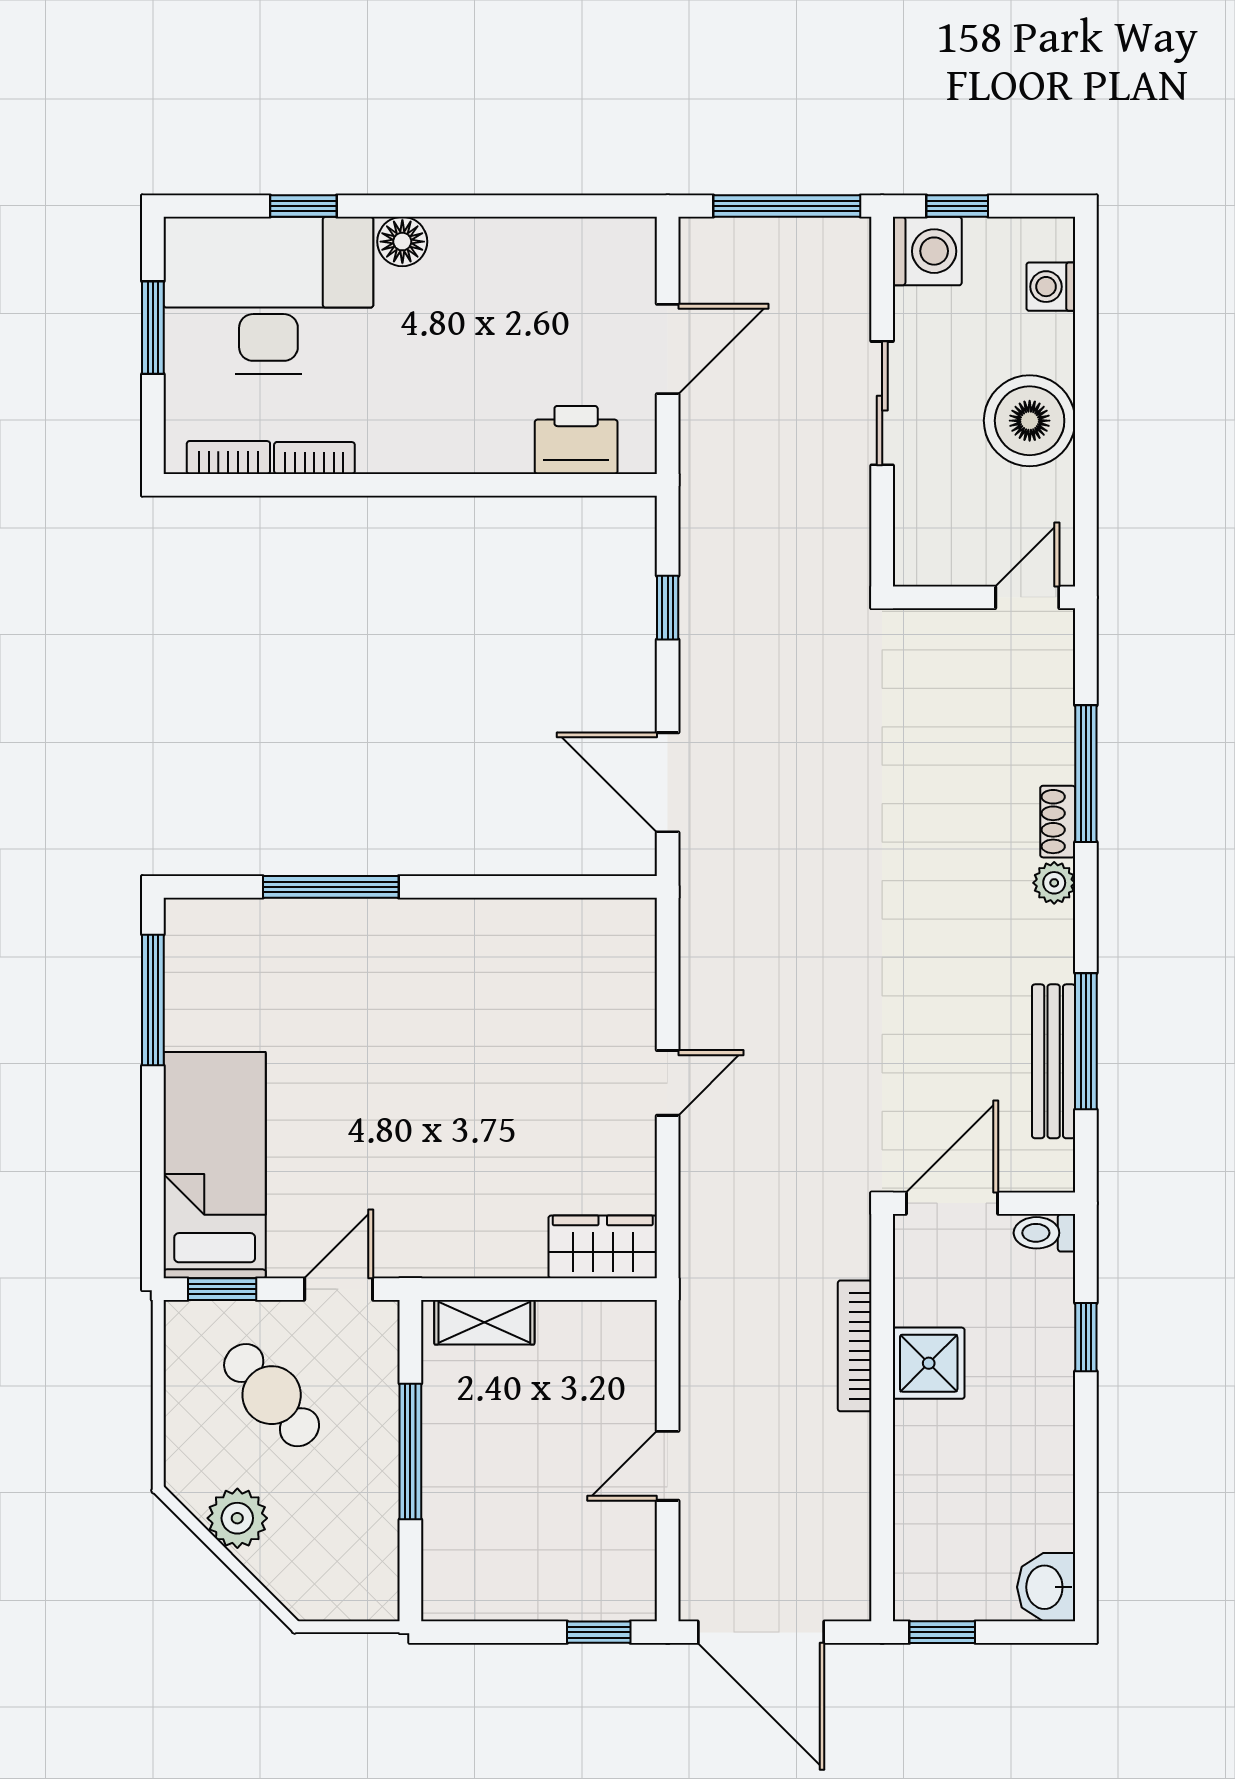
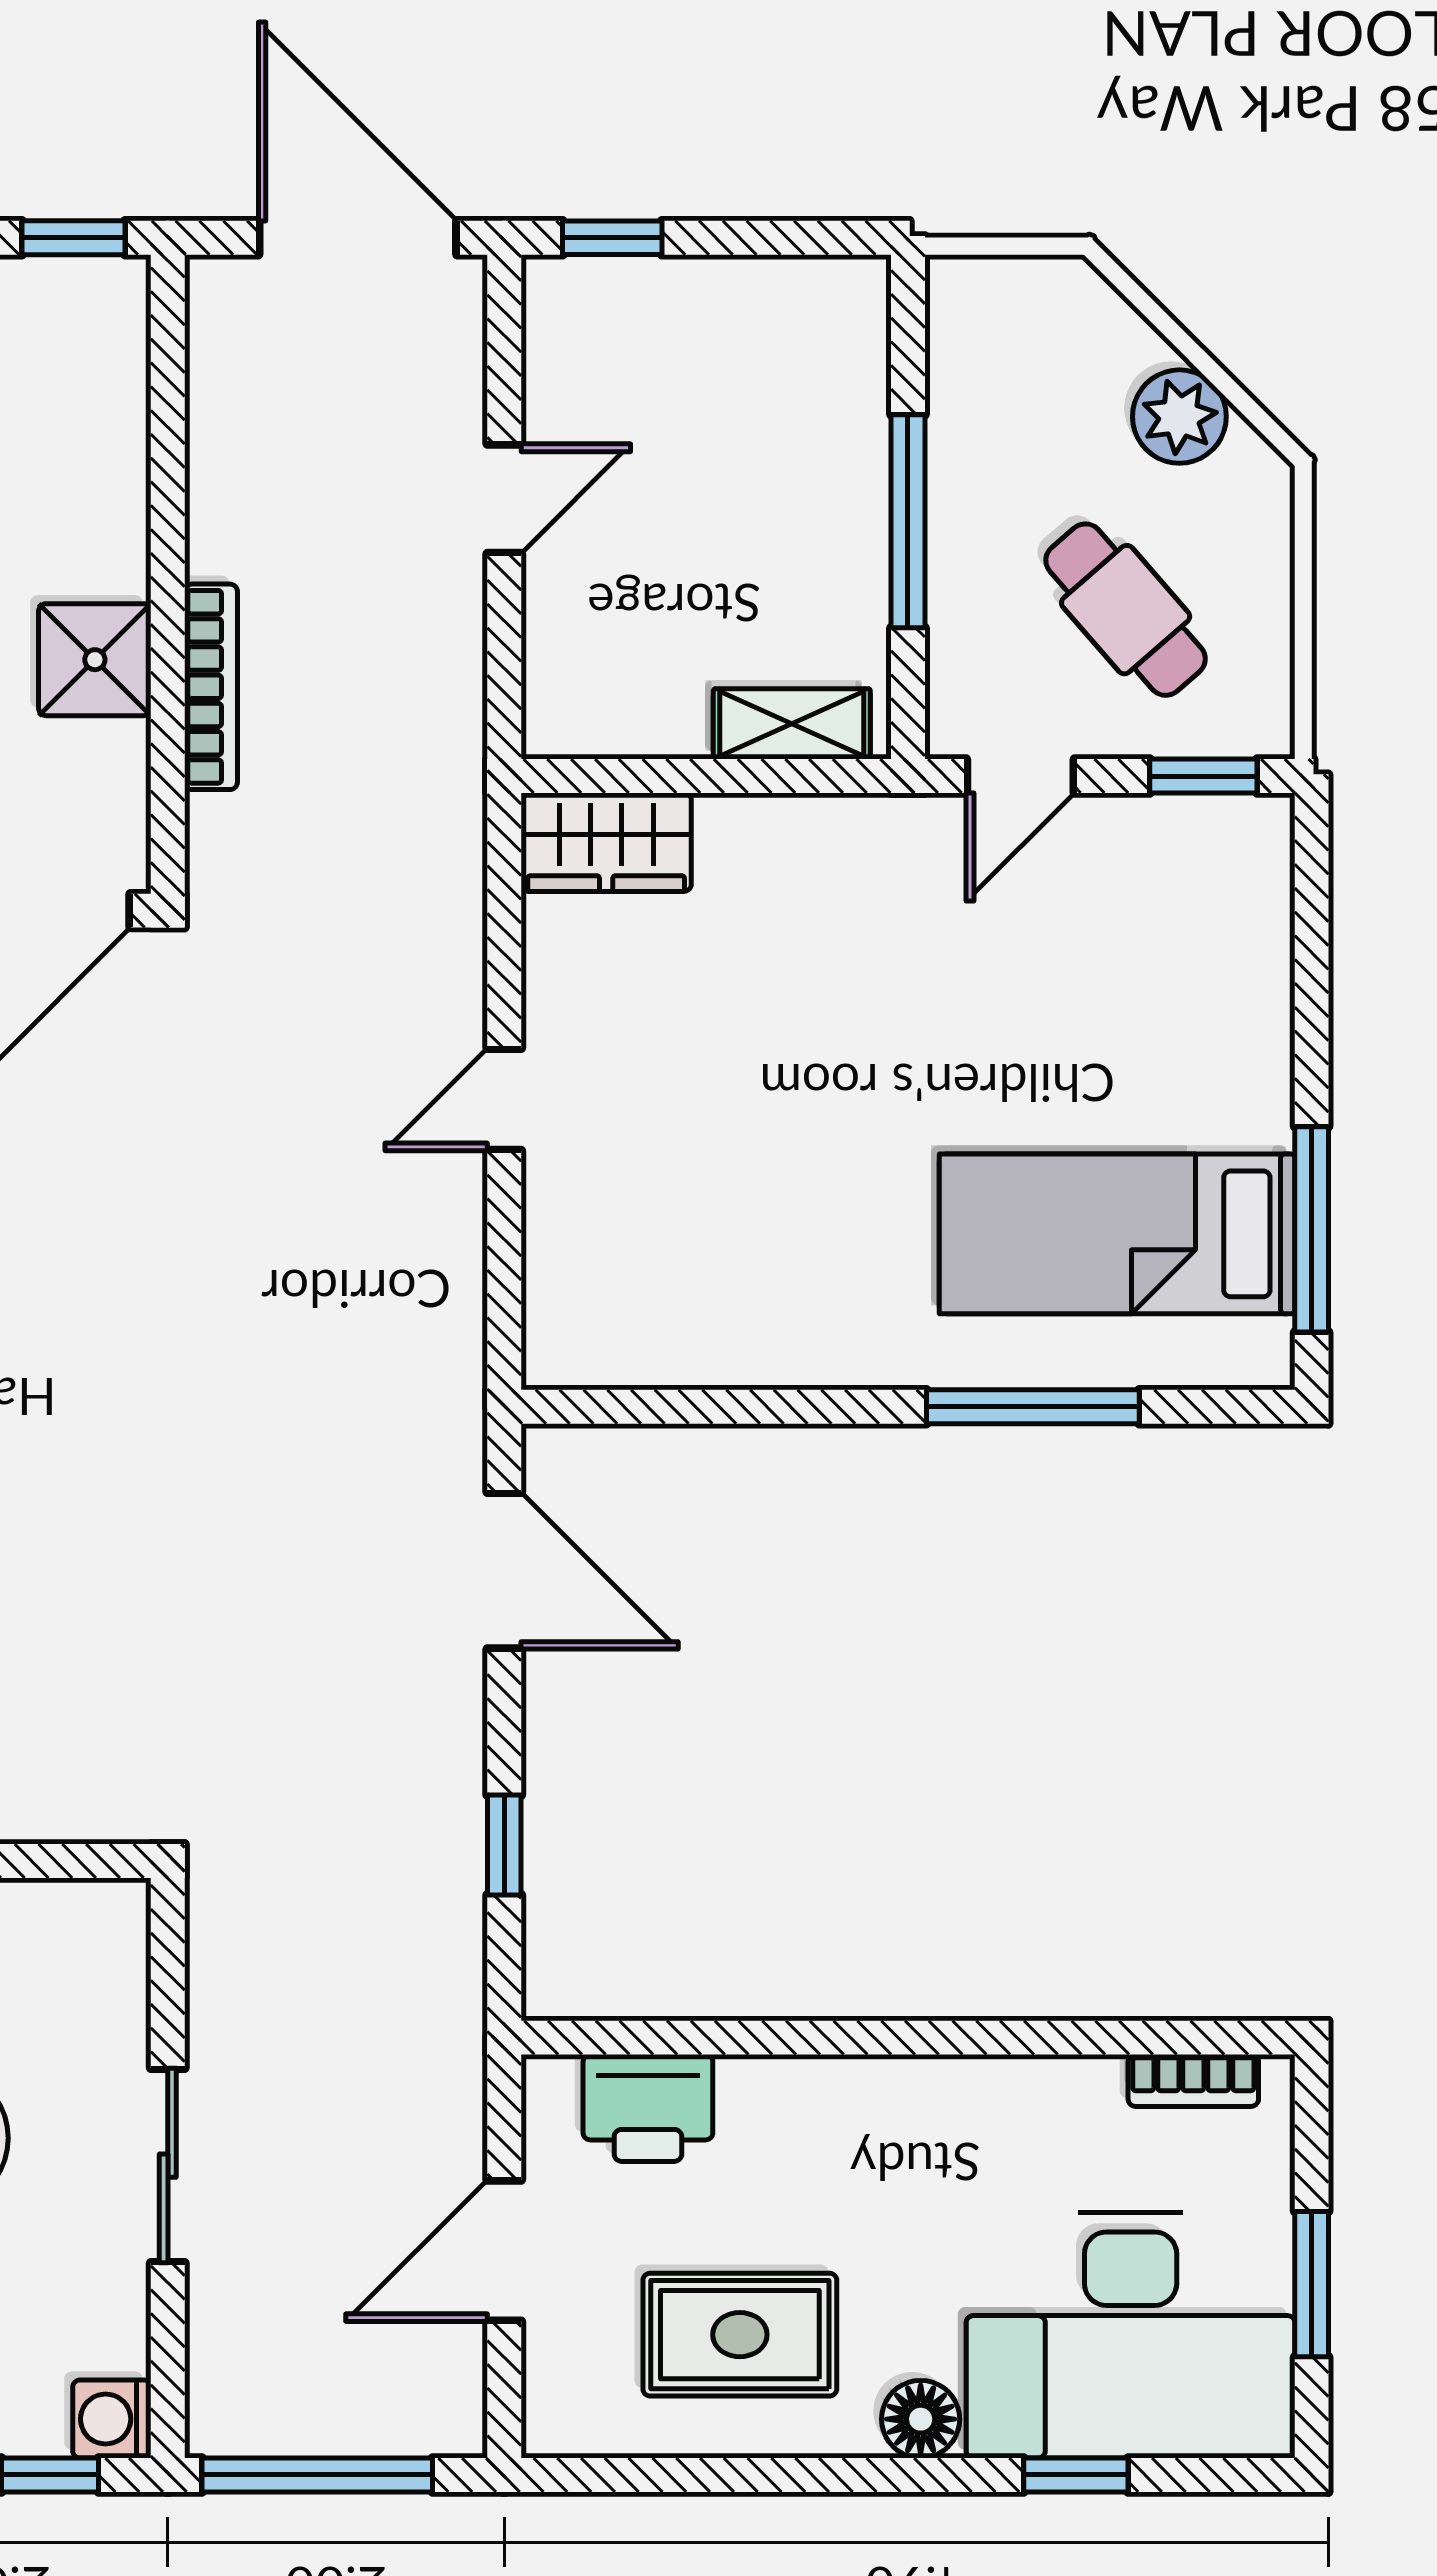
washing machine: (927, 251) -> (112, 2419), width x0.73, depth x0.73
rug: (517, 295) -> (740, 2335), added
bookcase: (314, 458) -> (1058, 2080), removed
bed: (215, 1165) -> (1117, 1234), moved, turned 90

